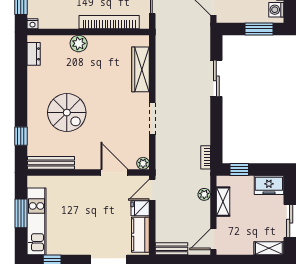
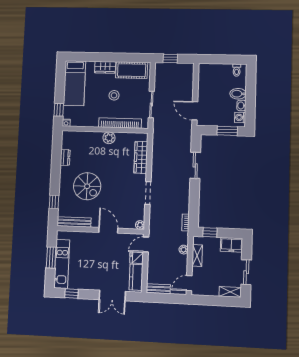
plant: (79, 43) -> (109, 138), moved
dresser: (34, 54) -> (65, 157), moved
door: (114, 173) -> (108, 230), moved

